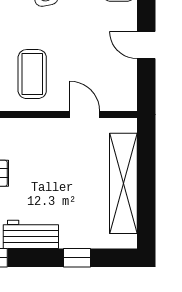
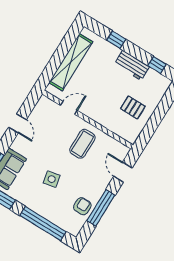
door: (85, 115) -> (69, 108), swing flipped

